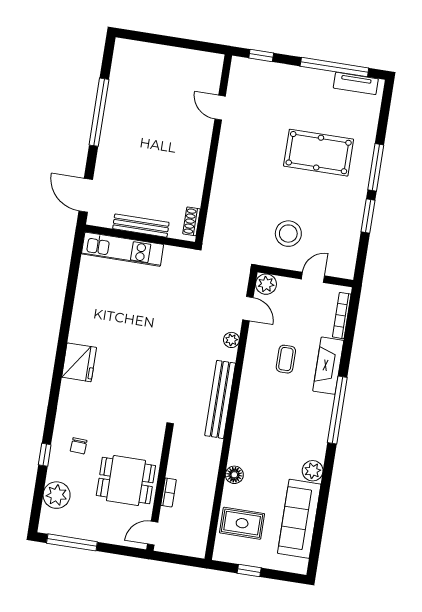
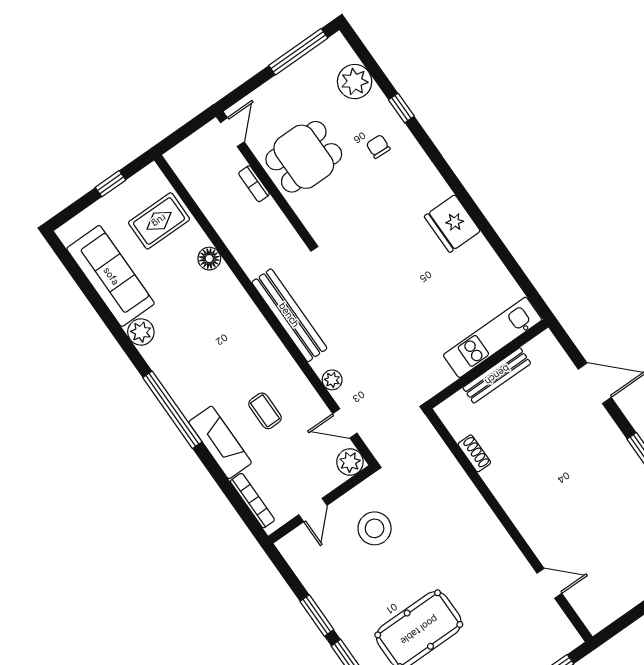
bench: (141, 226) -> (497, 375), moved
wall: (140, 237) -> (488, 364), moved
kitchen unit: (123, 249) -> (493, 337), moved

